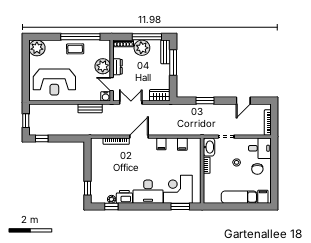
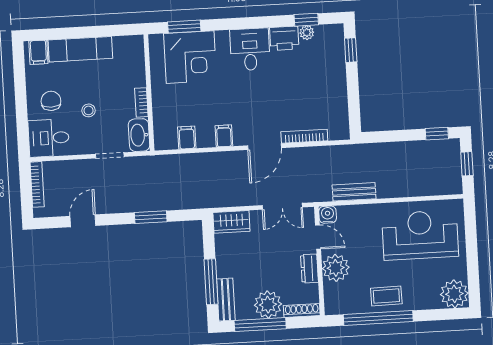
desk: (148, 192) -> (250, 49), width x0.73

